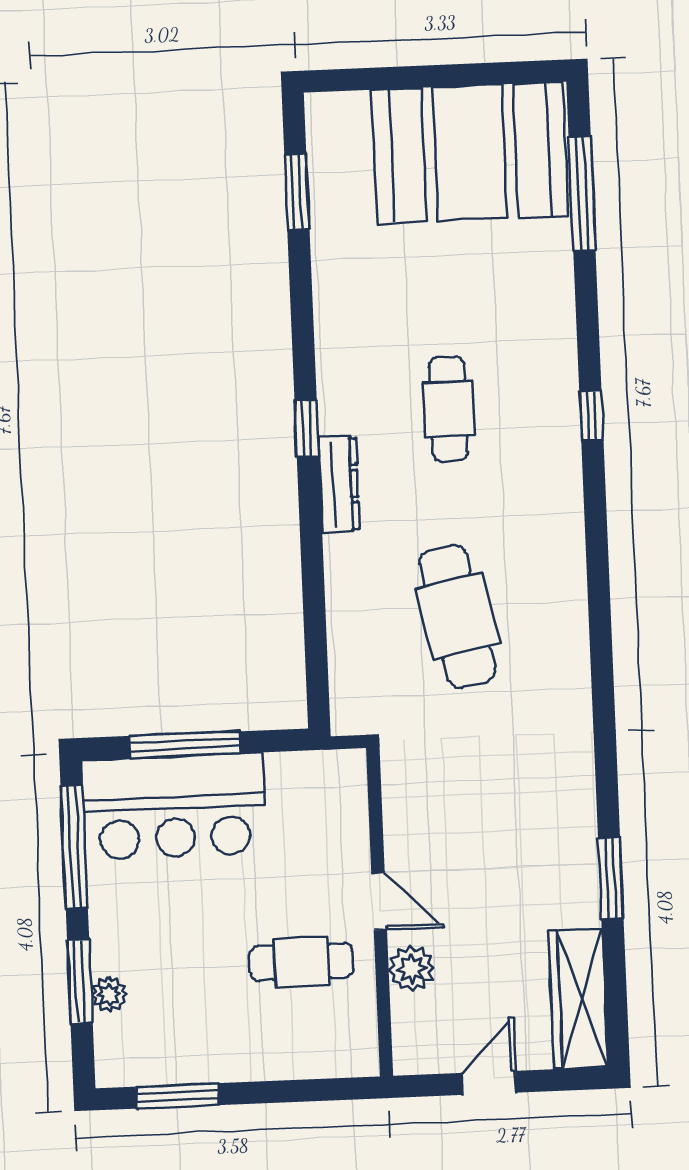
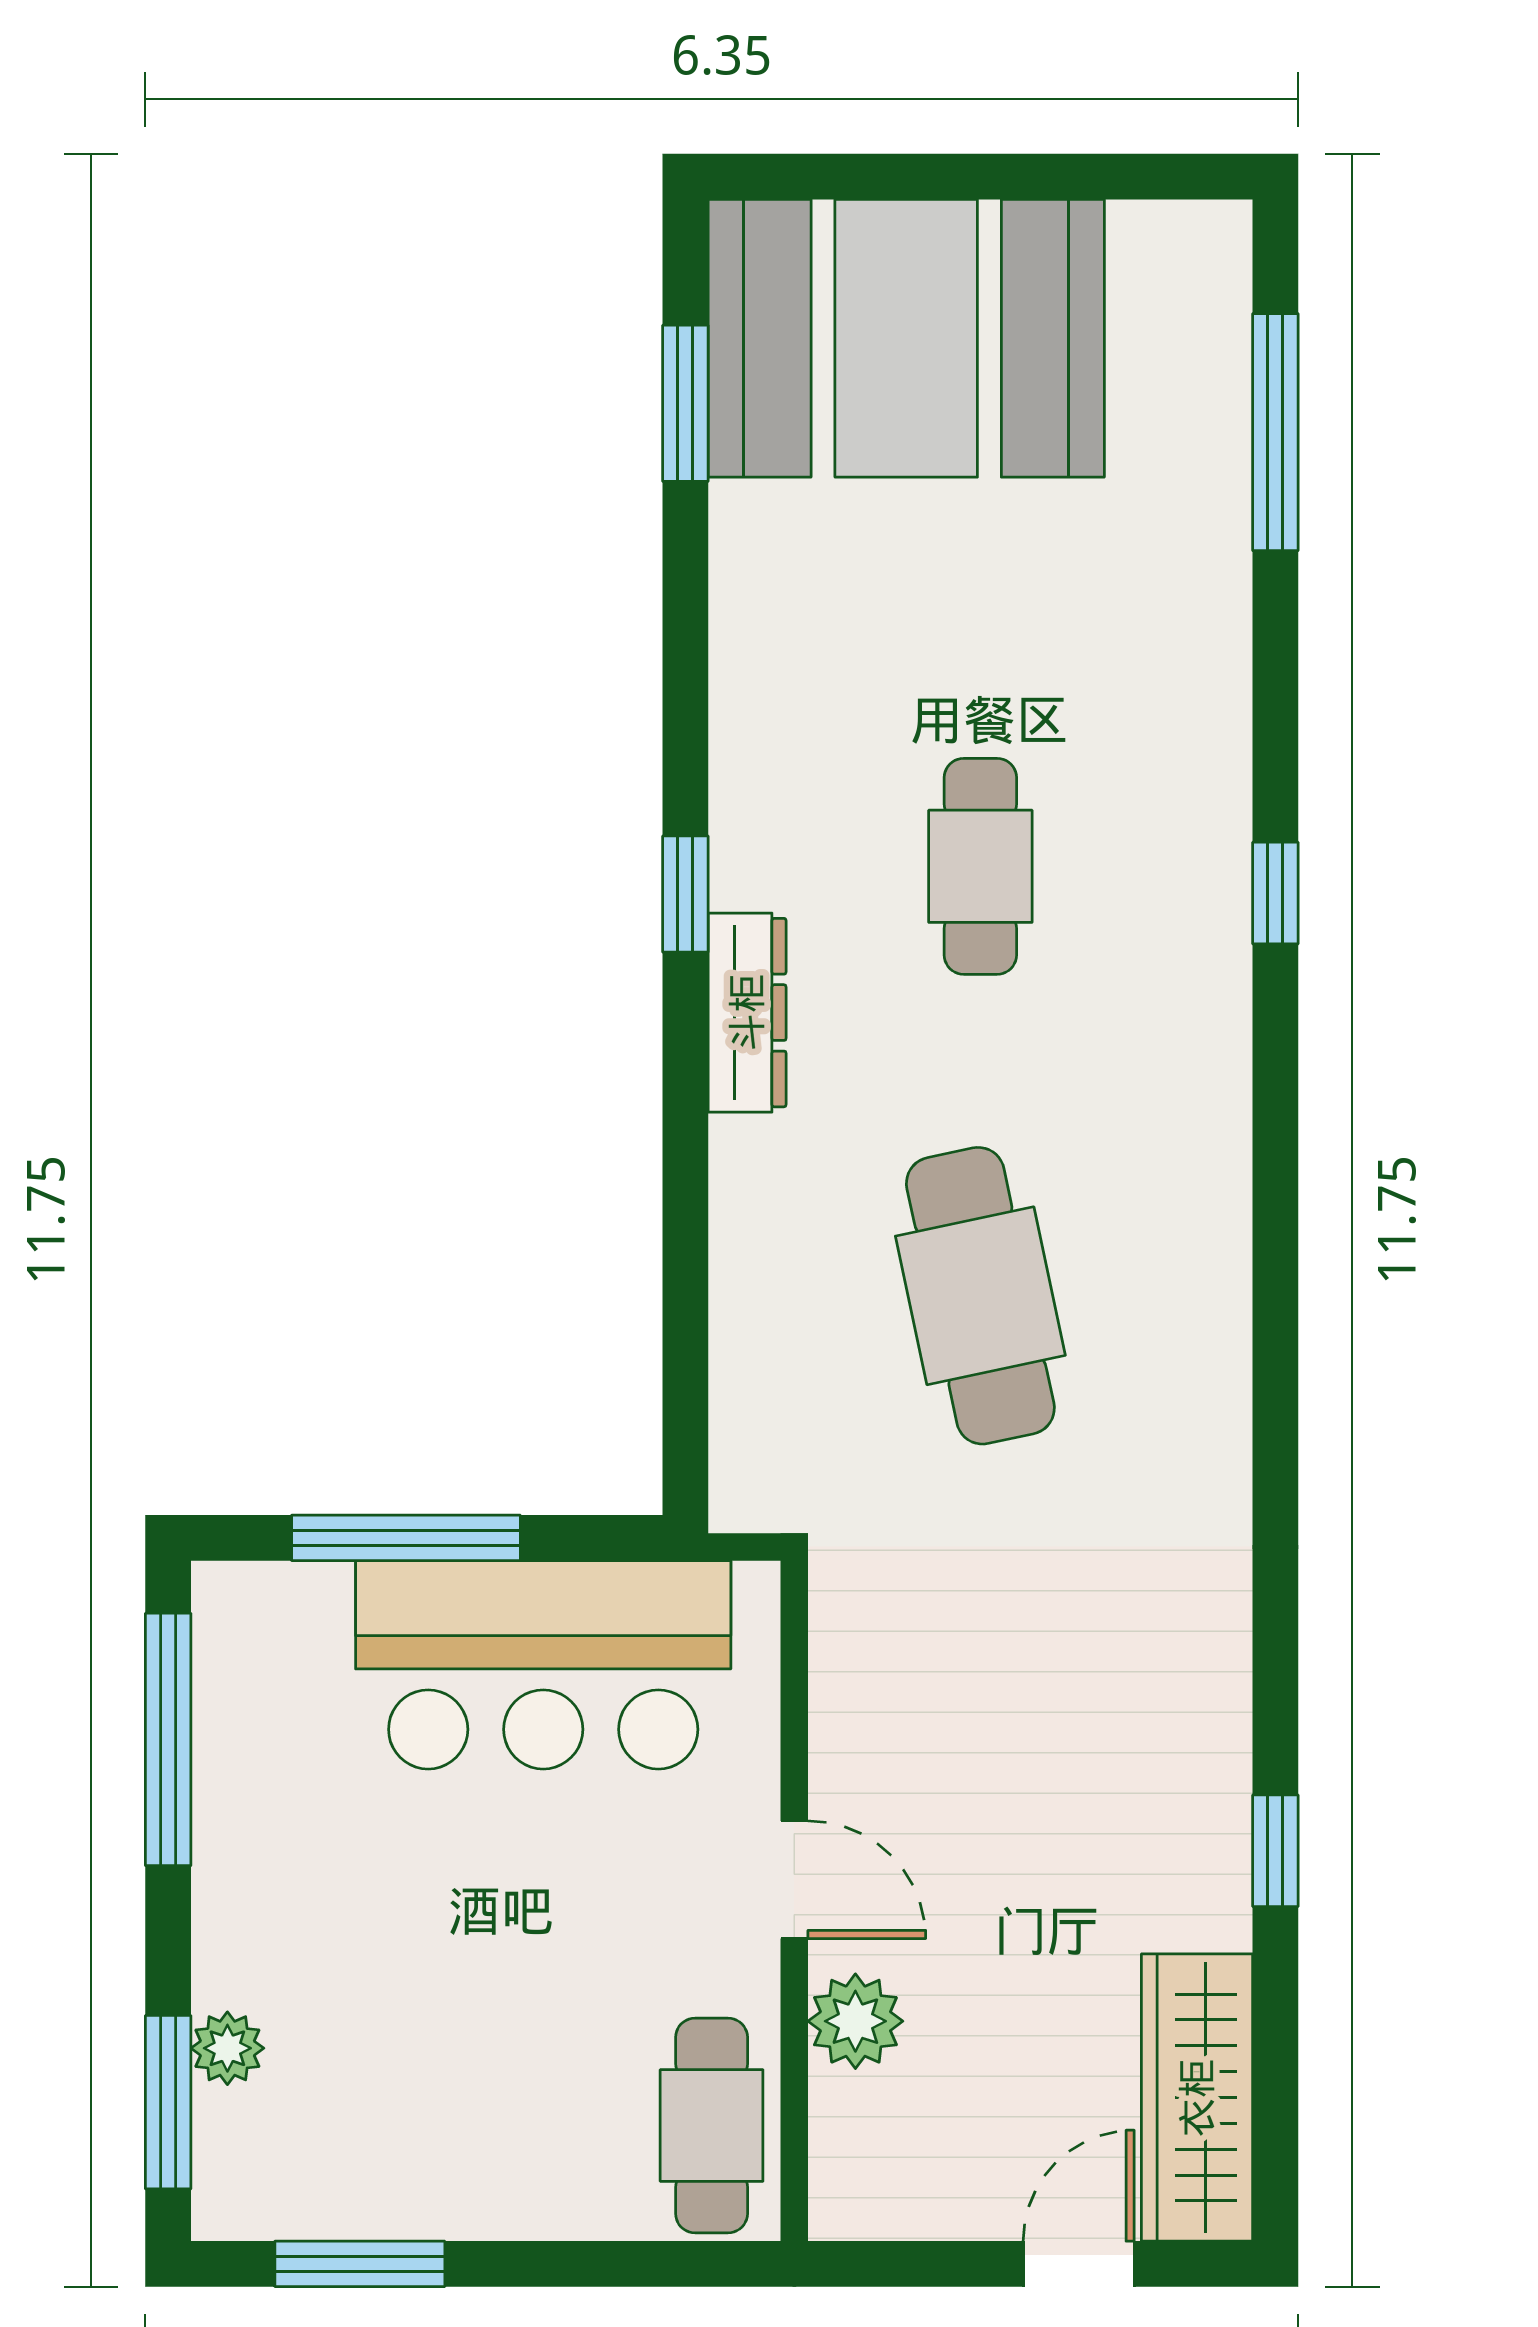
booth: (470, 153) -> (906, 338), moved
bar counter: (174, 806) -> (543, 1665), moved
window: (611, 878) -> (1275, 1851), width x0.67
cafe table: (302, 962) -> (712, 2125), moved, turned 90
window: (80, 981) -> (168, 2102), moved
door: (489, 1083) -> (1079, 2264), moved

